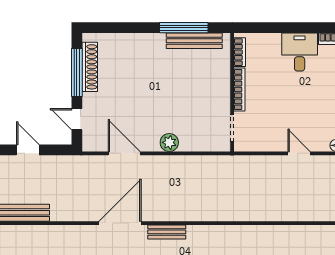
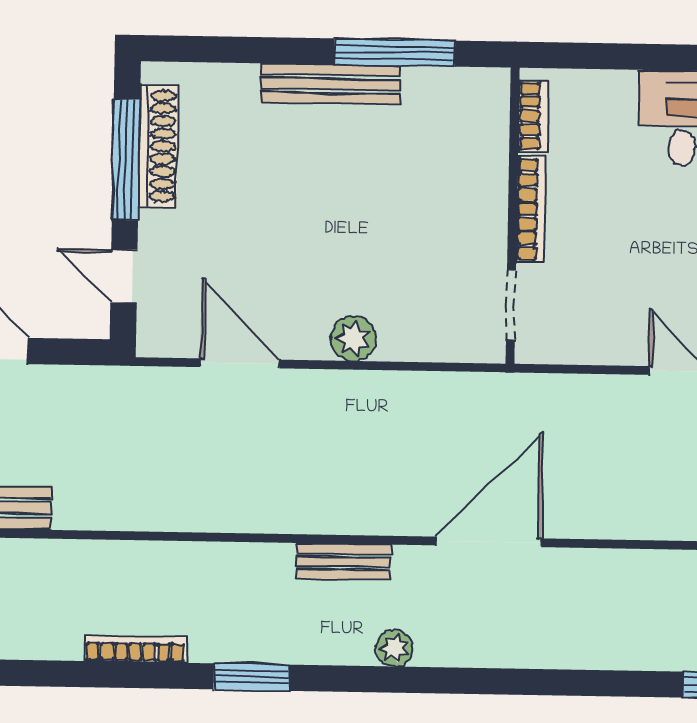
bench: (194, 41) -> (330, 84), moved
door: (120, 223) -> (489, 542), moved

